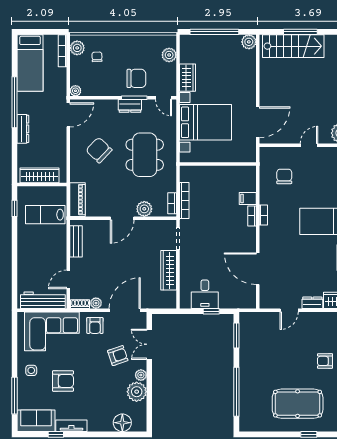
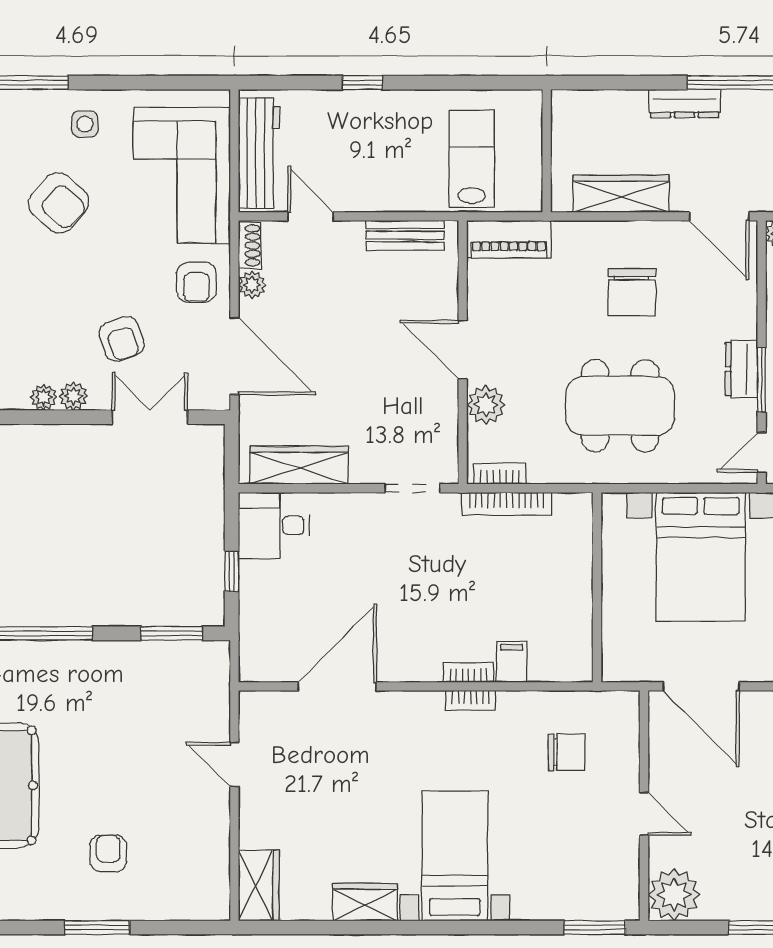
chair: (99, 150) -> (632, 292), turned 136
wardrobe: (40, 175) -> (621, 194), moved, turned -90
window: (15, 208) -> (362, 83), moved
wardrobe: (169, 270) -> (299, 465), moved
desk: (205, 294) -> (274, 525), moved
dresser: (312, 303) -> (253, 822), removed
armchair: (95, 325) -> (196, 282), turned -90
armchair: (63, 381) -> (59, 203), turned -49
plant: (137, 392) -> (44, 397), width x0.53, depth x0.53

